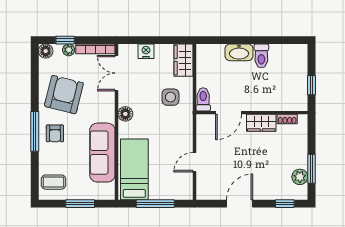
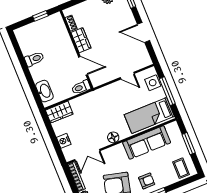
washbasin: (239, 52) -> (44, 91), moved
side table: (170, 97) -> (153, 83), moved

